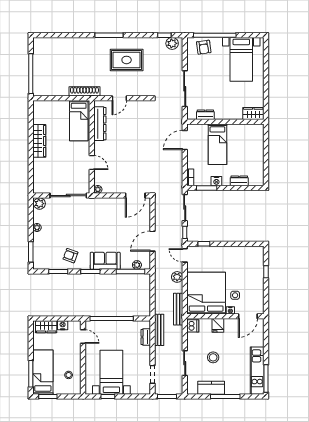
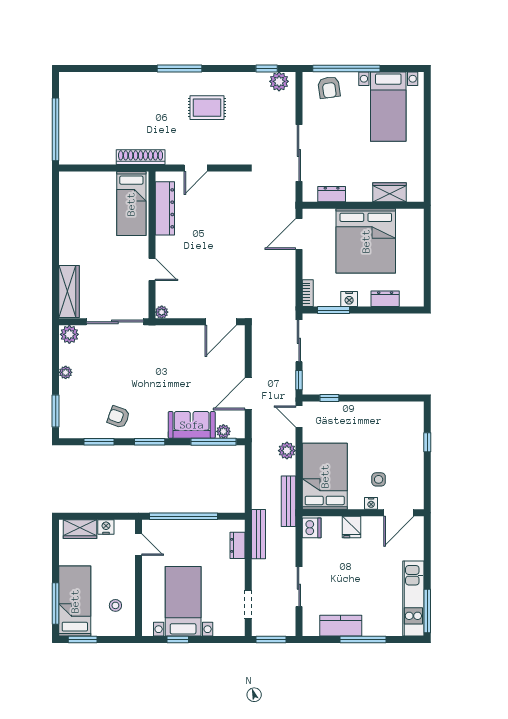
rug: (127, 60) -> (207, 108), width x0.73, depth x0.70
wardrobe: (253, 114) -> (390, 192), moved
wardrobe: (39, 141) -> (69, 291), moved
bed: (217, 144) -> (366, 241), width x2.04
sofa: (105, 261) -> (192, 425), moved
bed: (206, 293) -> (325, 476), width x0.73
stool: (213, 357) -> (344, 578), removed

